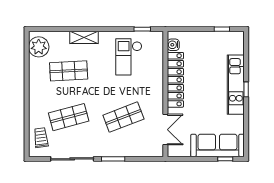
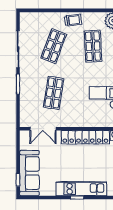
shop shelf: (69, 117) -> (54, 46), turned 36
shop shelf: (123, 117) -> (54, 93), turned 30
trolley: (41, 138) -> (73, 20), moved

